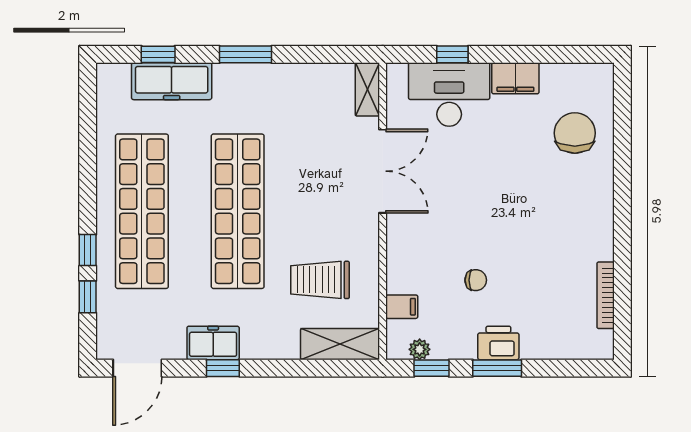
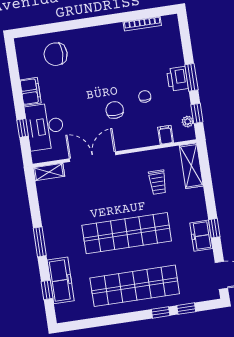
chair: (460, 223) -> (115, 110), added
trolley: (320, 280) -> (158, 182), width x0.73, depth x0.72

